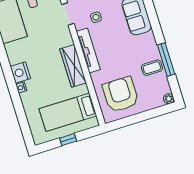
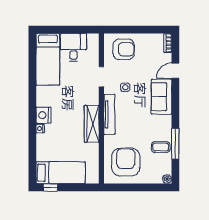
bed: (68, 112) -> (61, 173), moved, turned 180
window: (68, 140) -> (50, 187), moved

